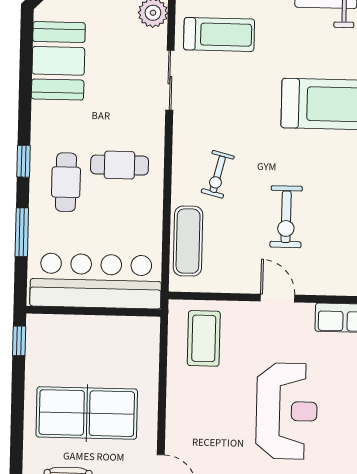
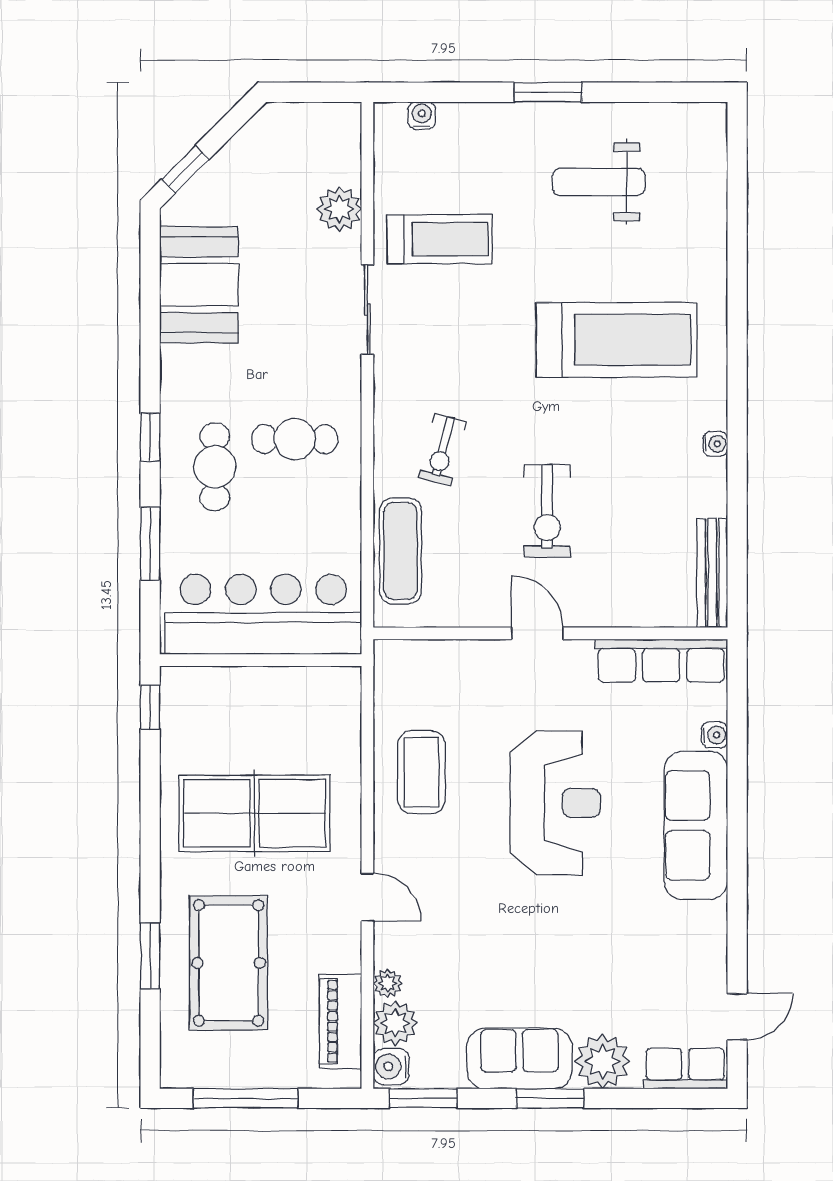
coffee table: (204, 338) -> (421, 772), moved

